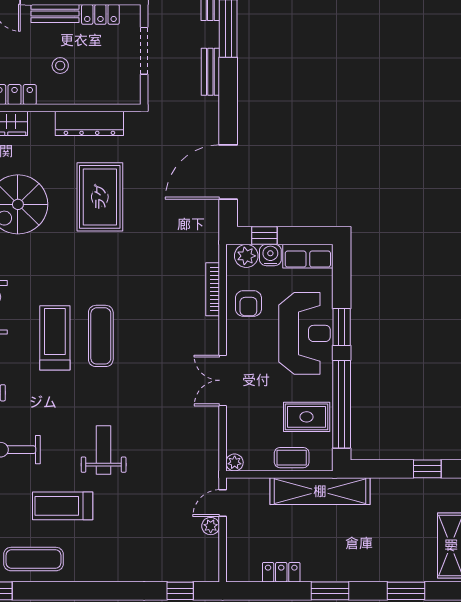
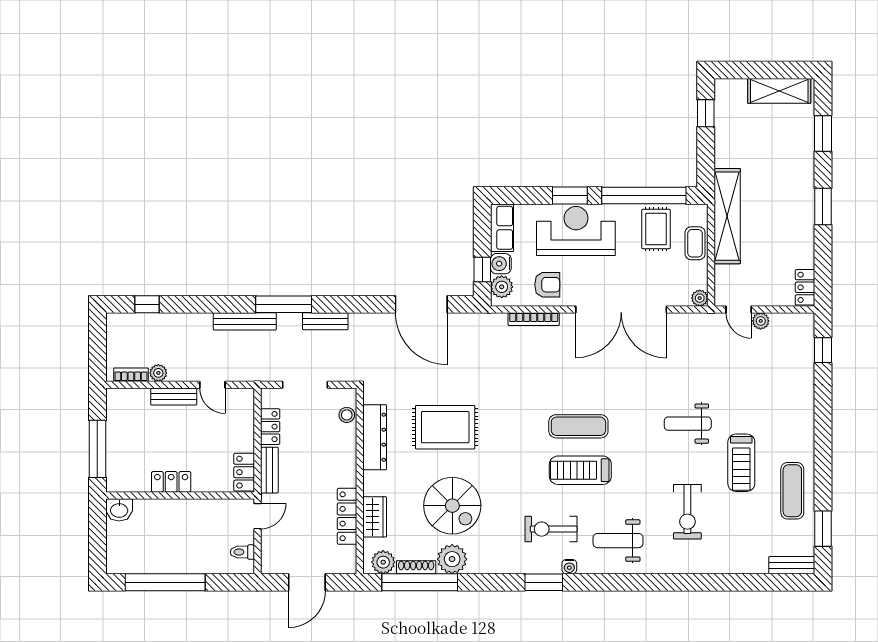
stool: (60, 66) -> (347, 415), moved
double door: (223, 380) -> (621, 309), width x1.87
locker: (281, 572) -> (805, 287), moved

